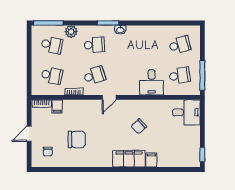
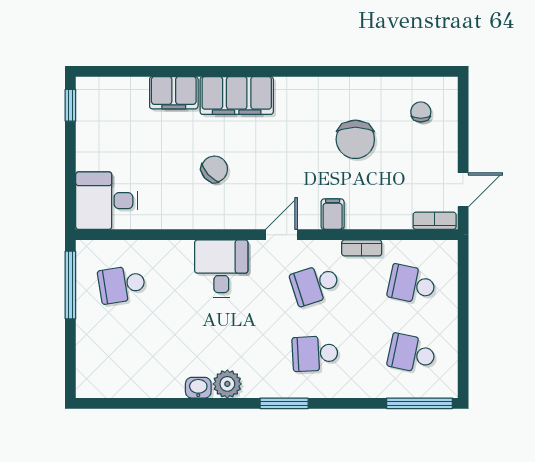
washbasin: (120, 30) -> (198, 388), moved
plant: (71, 32) -> (227, 384), moved
school desk: (180, 45) -> (122, 354), removed
desk: (152, 82) -> (221, 269), moved
filing cabinet: (57, 106) -> (333, 214), moved
door: (29, 134) -> (463, 190), moved
chair: (77, 139) -> (355, 139), turned -90
filing cabinet: (151, 160) -> (174, 93), width x2.00

